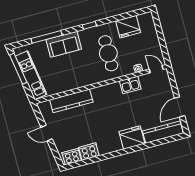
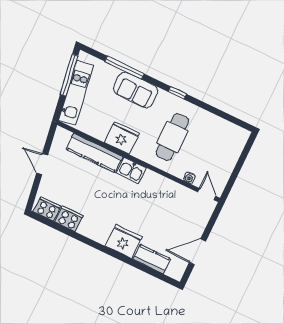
fridge: (128, 27) -> (122, 138), moved, turned 180
kitchen sink: (130, 85) -> (131, 170), moved
kitchen counter: (163, 132) -> (152, 259), width x0.67

